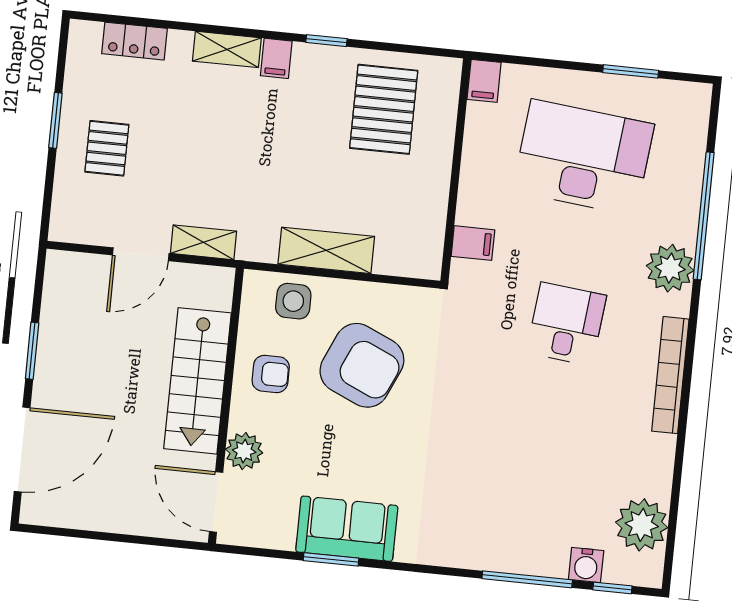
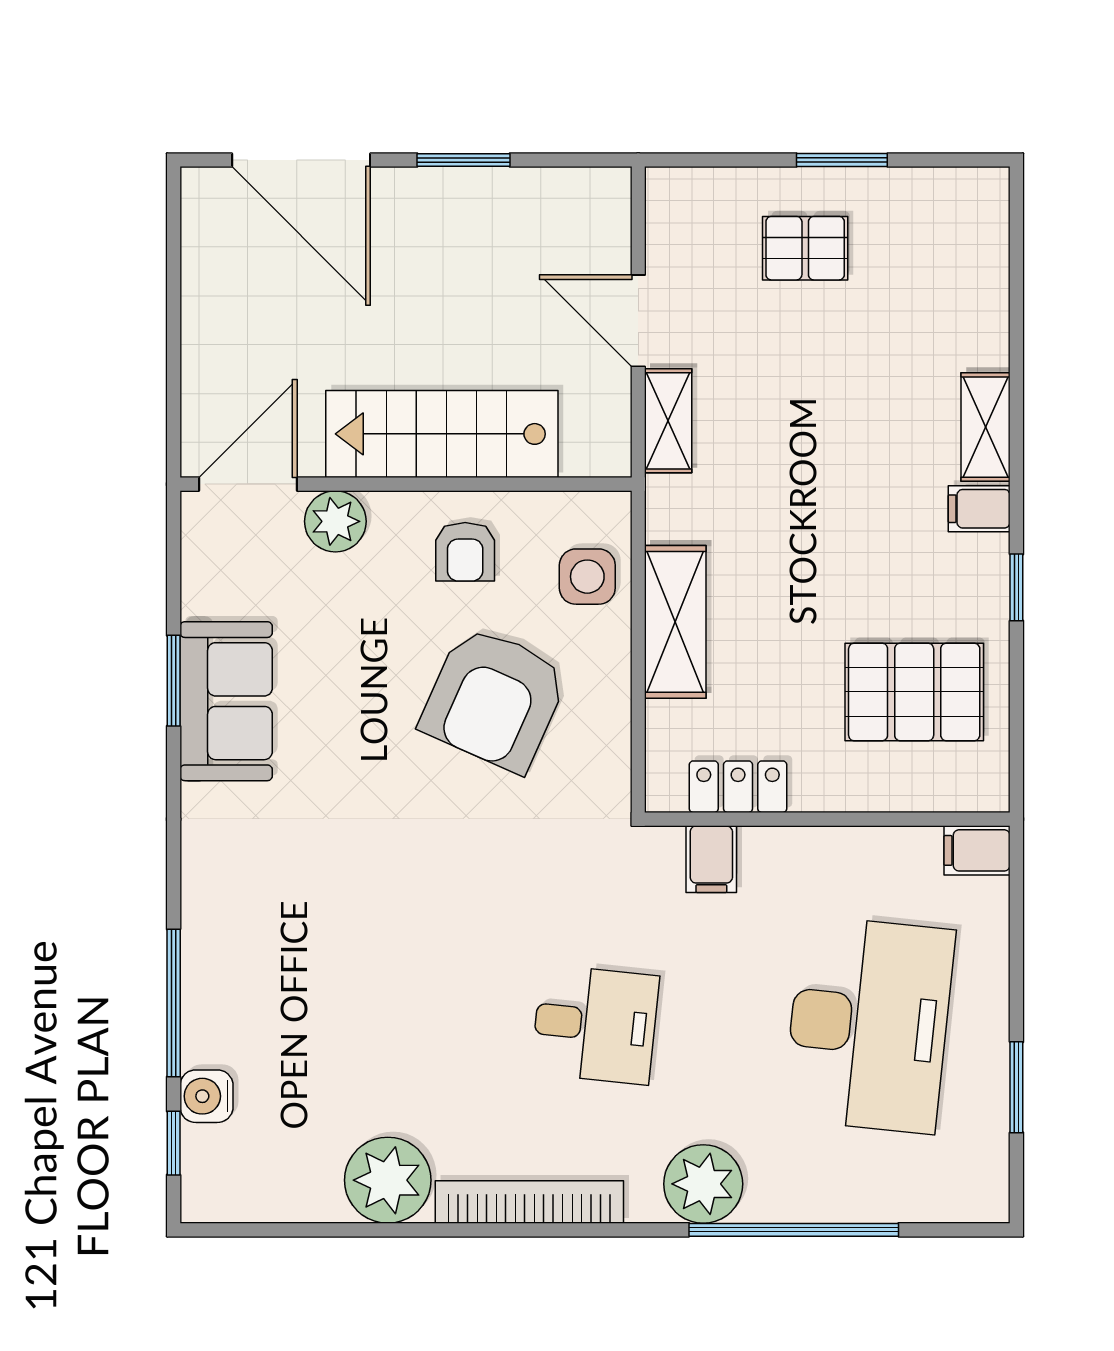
locker: (134, 41) -> (738, 787), moved, turned 90
plant: (642, 525) -> (388, 1180), moved

